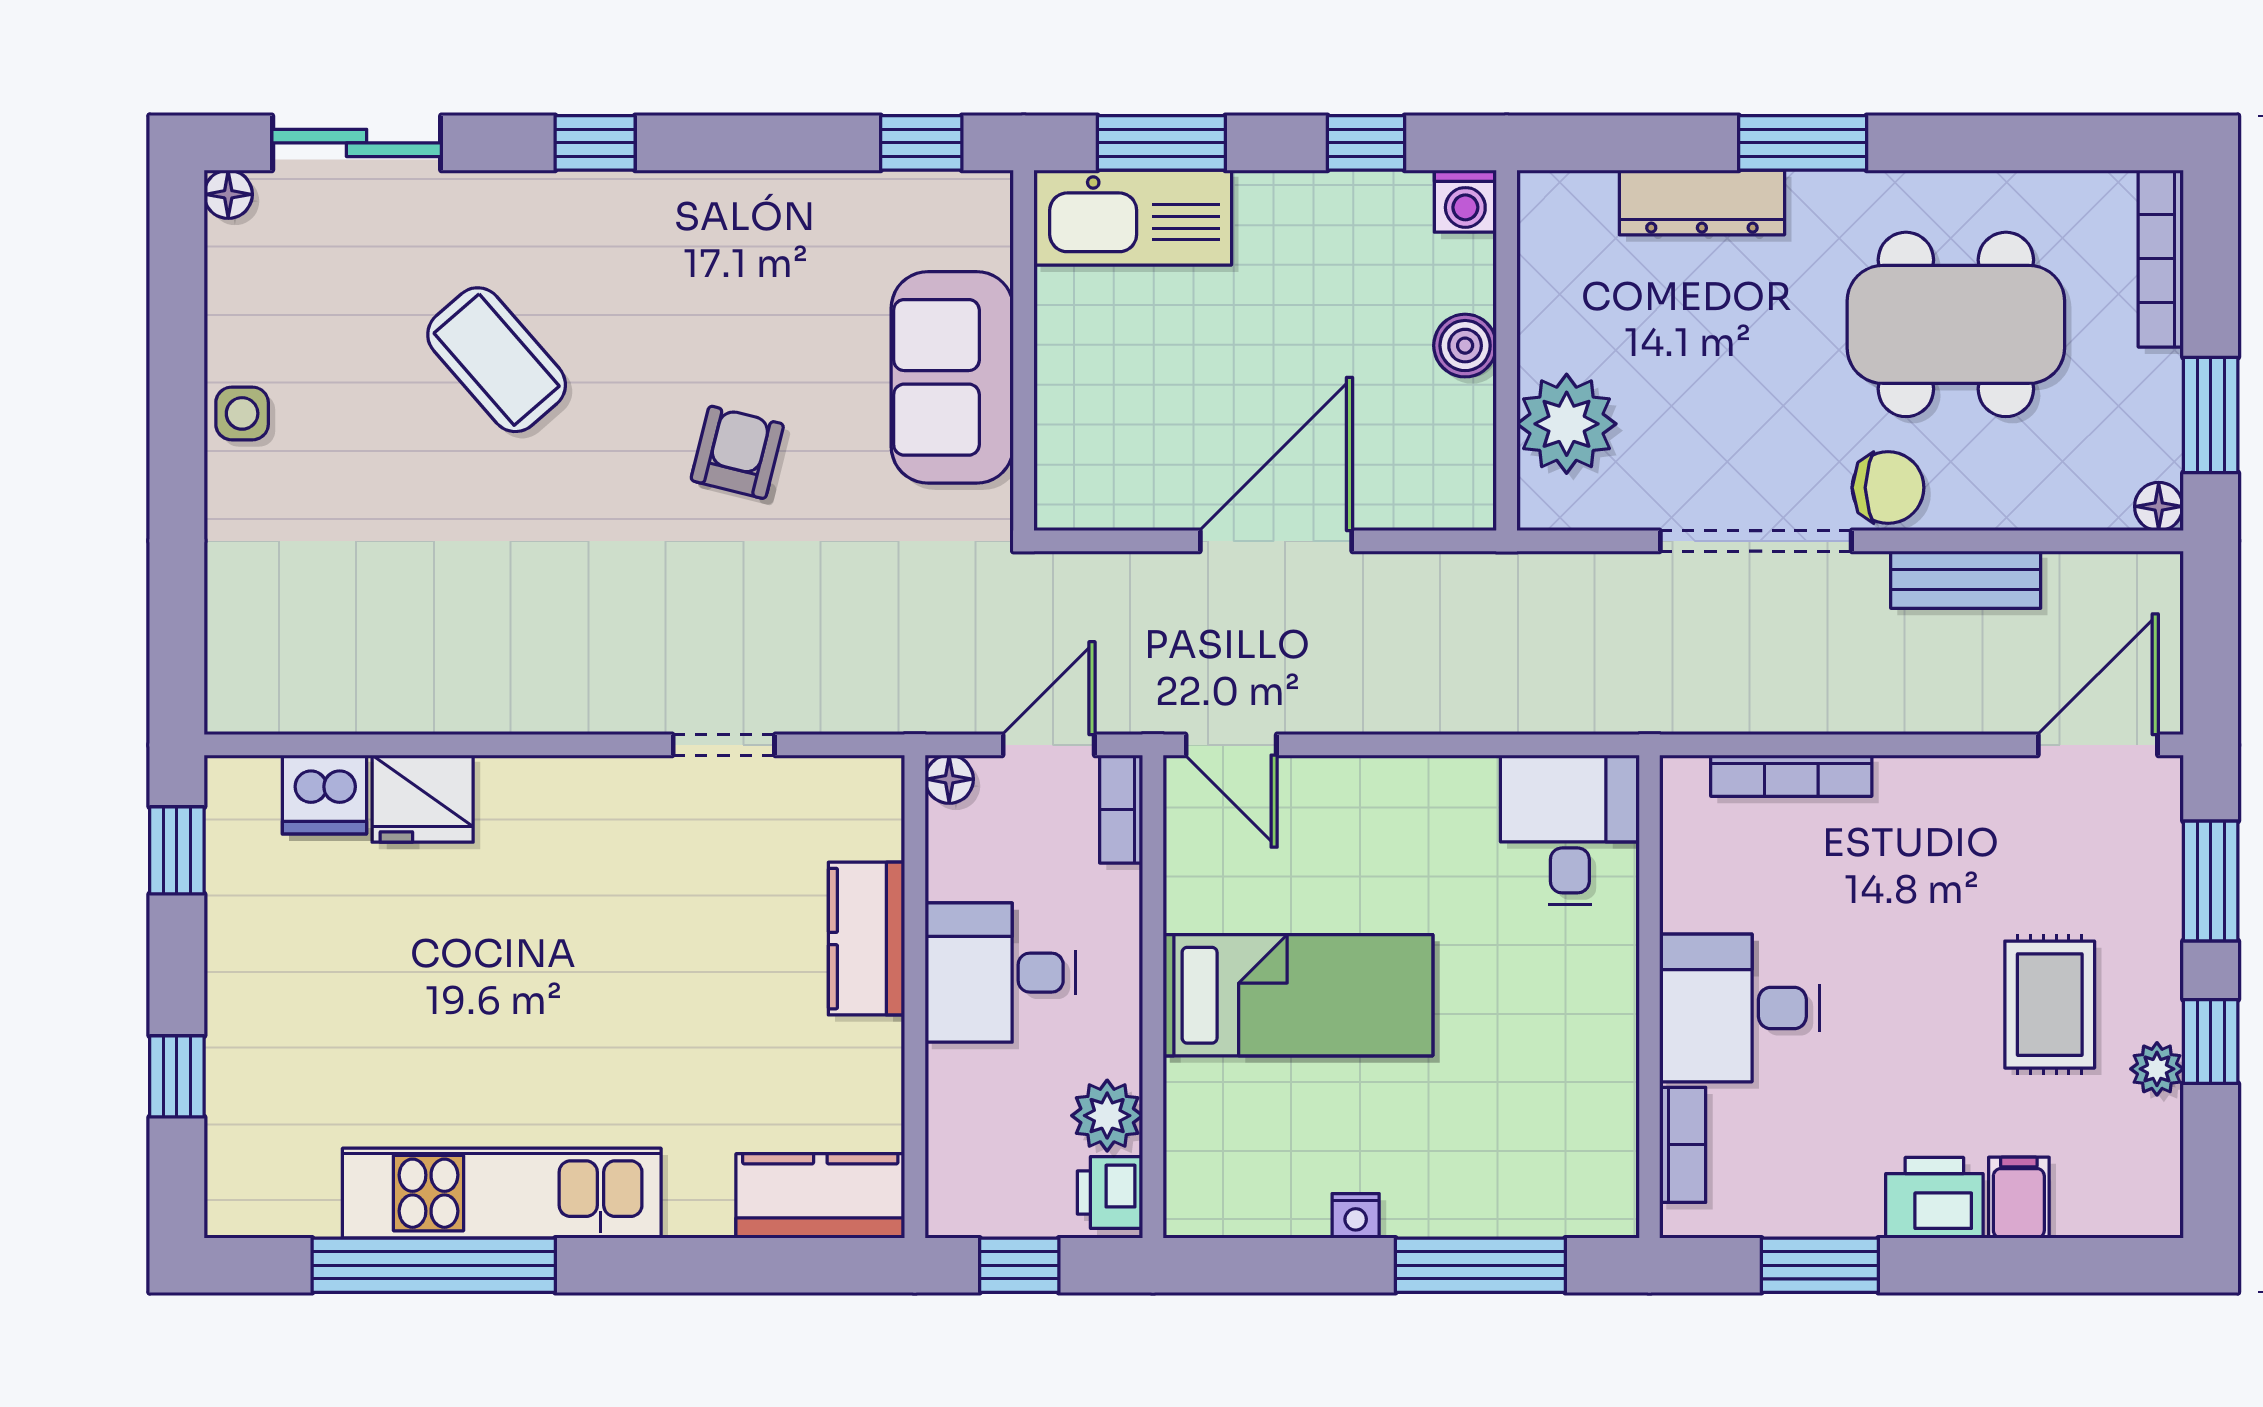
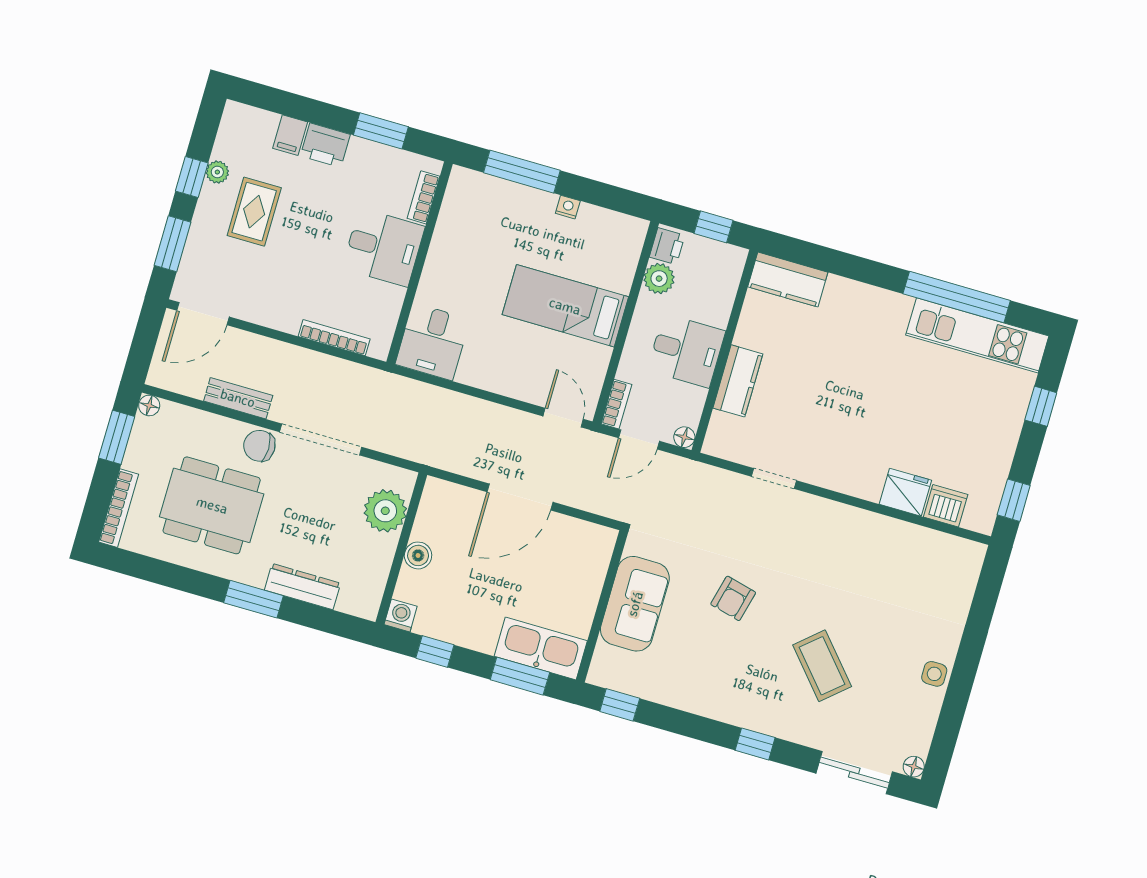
kitchen unit: (502, 1193) -> (977, 335), moved

